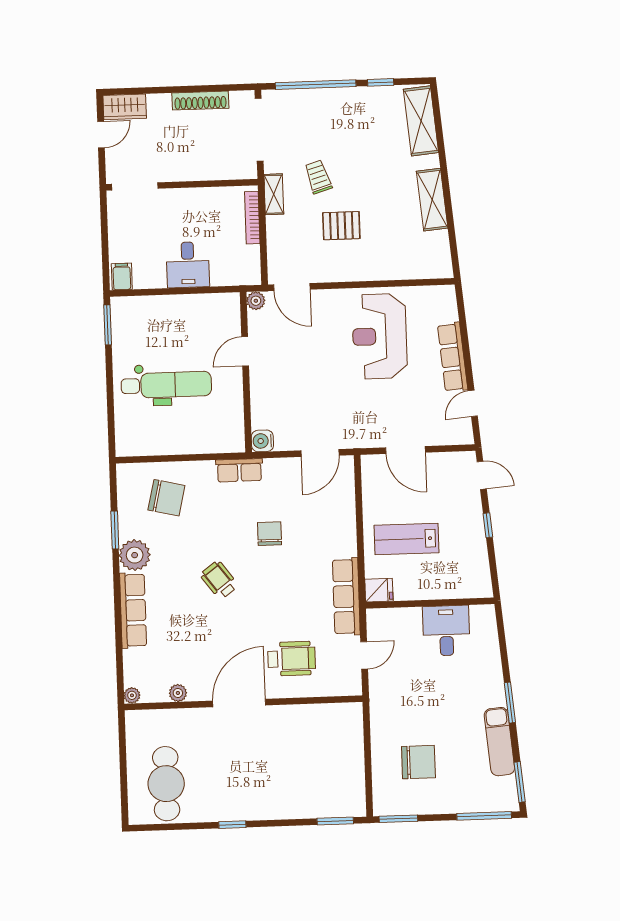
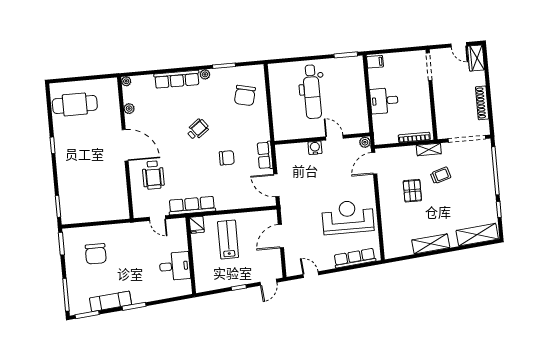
row of seats: (453, 357) -> (355, 258), moved
water cooler: (262, 441) -> (315, 148), moved
row of seats: (239, 470) -> (265, 155), moved
plant: (135, 555) -> (205, 74), width x0.53, depth x0.53

